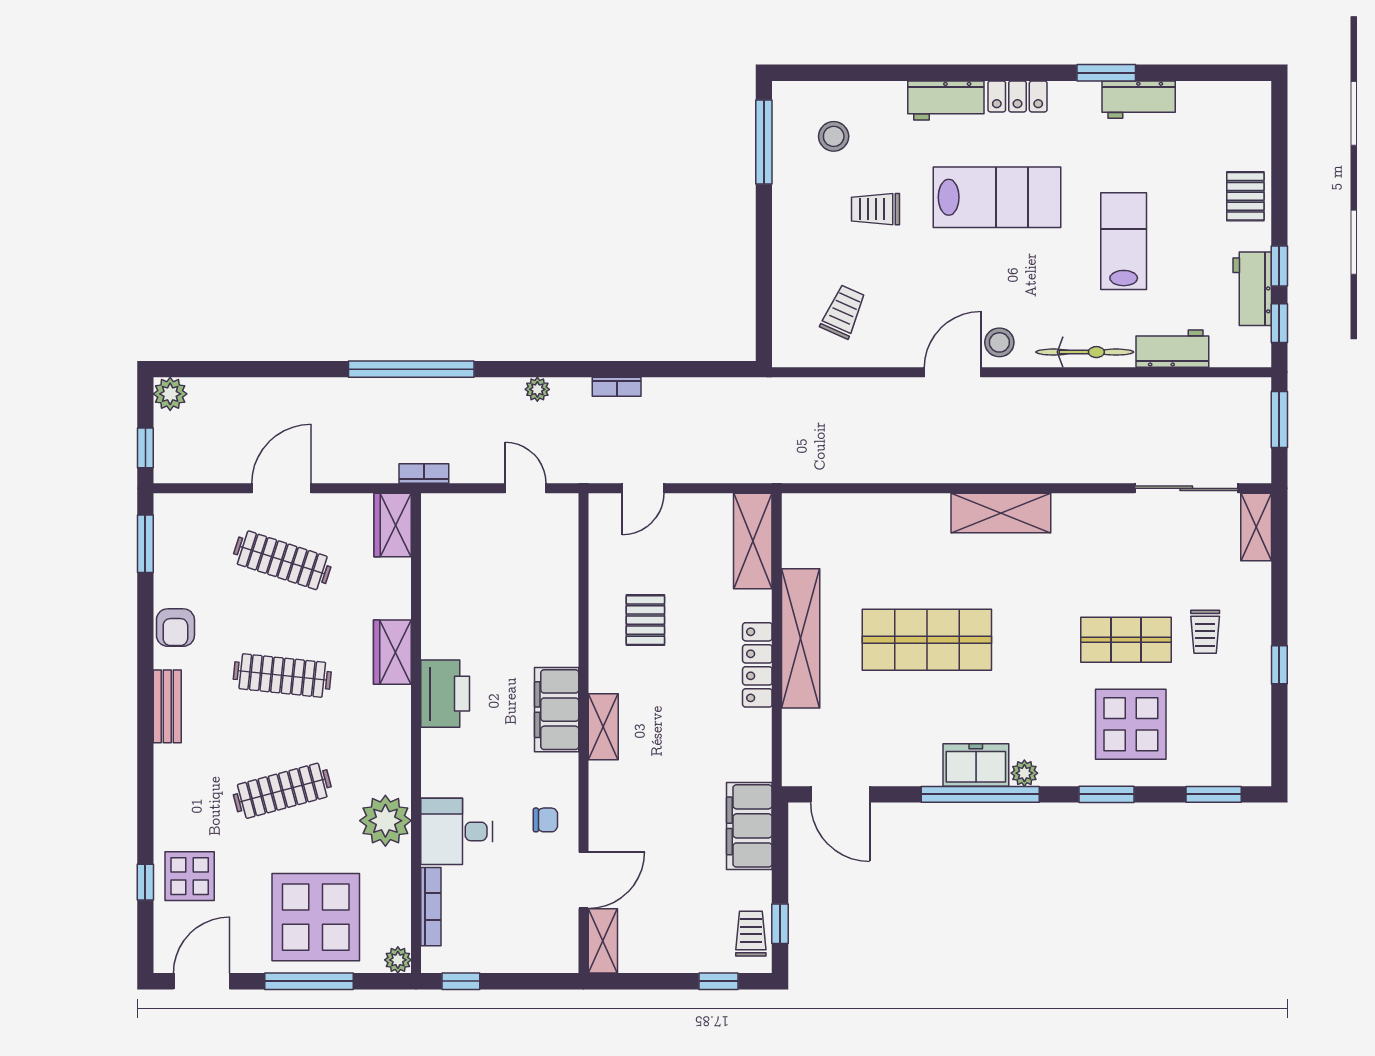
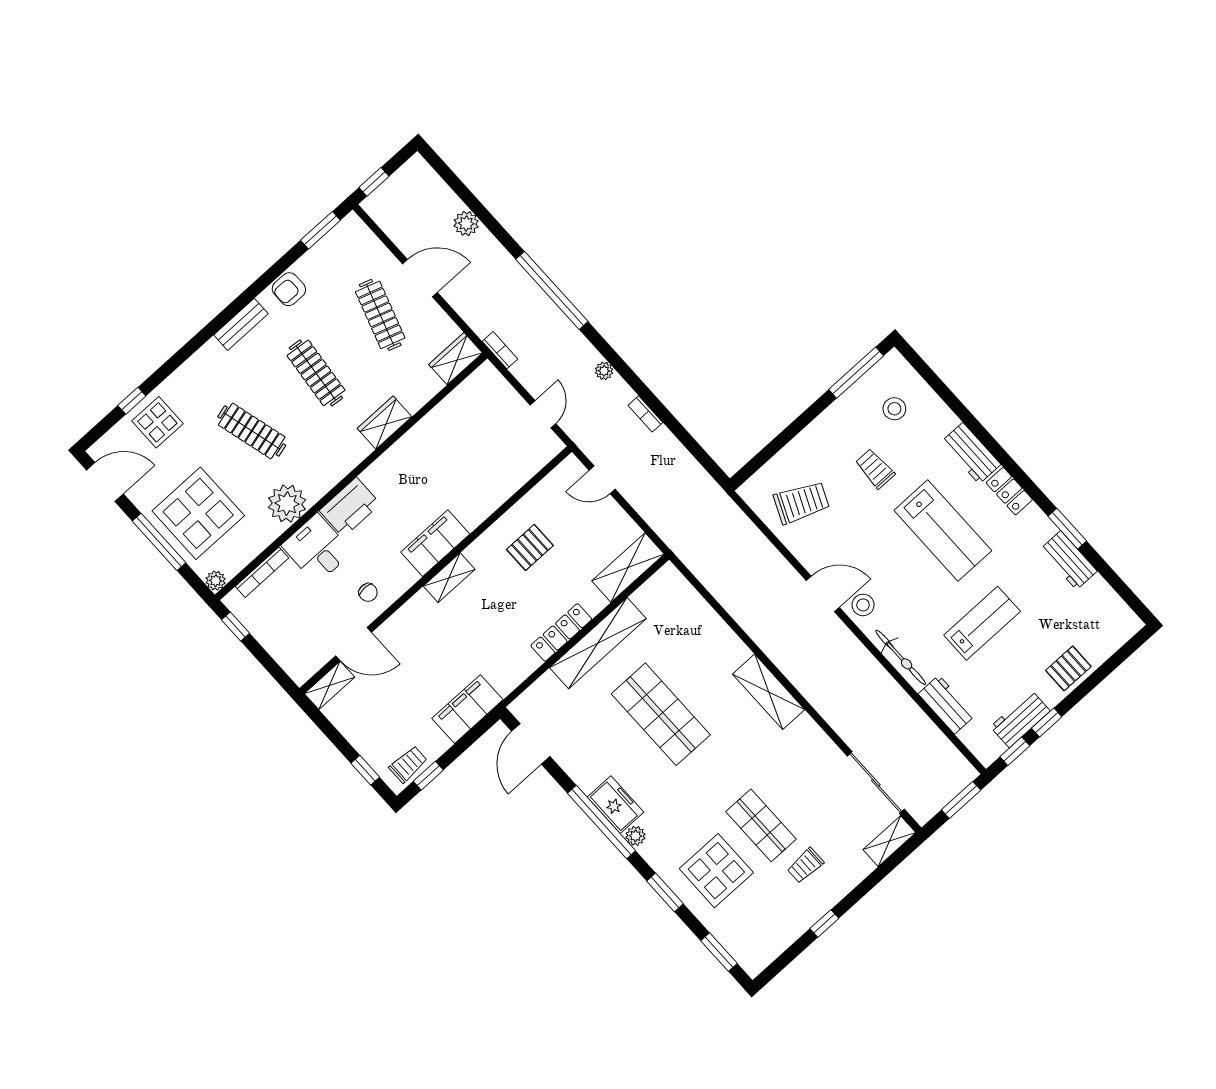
trolley: (843, 312) -> (801, 502), width x1.36, depth x1.39
plant: (170, 394) -> (466, 223), moved
printer: (445, 694) -> (350, 507), moved

